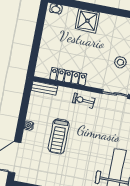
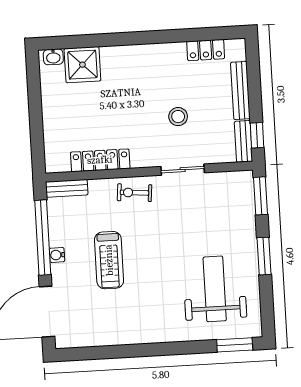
shower: (87, 21) -> (82, 65), moved
window: (23, 113) -> (43, 237), added

